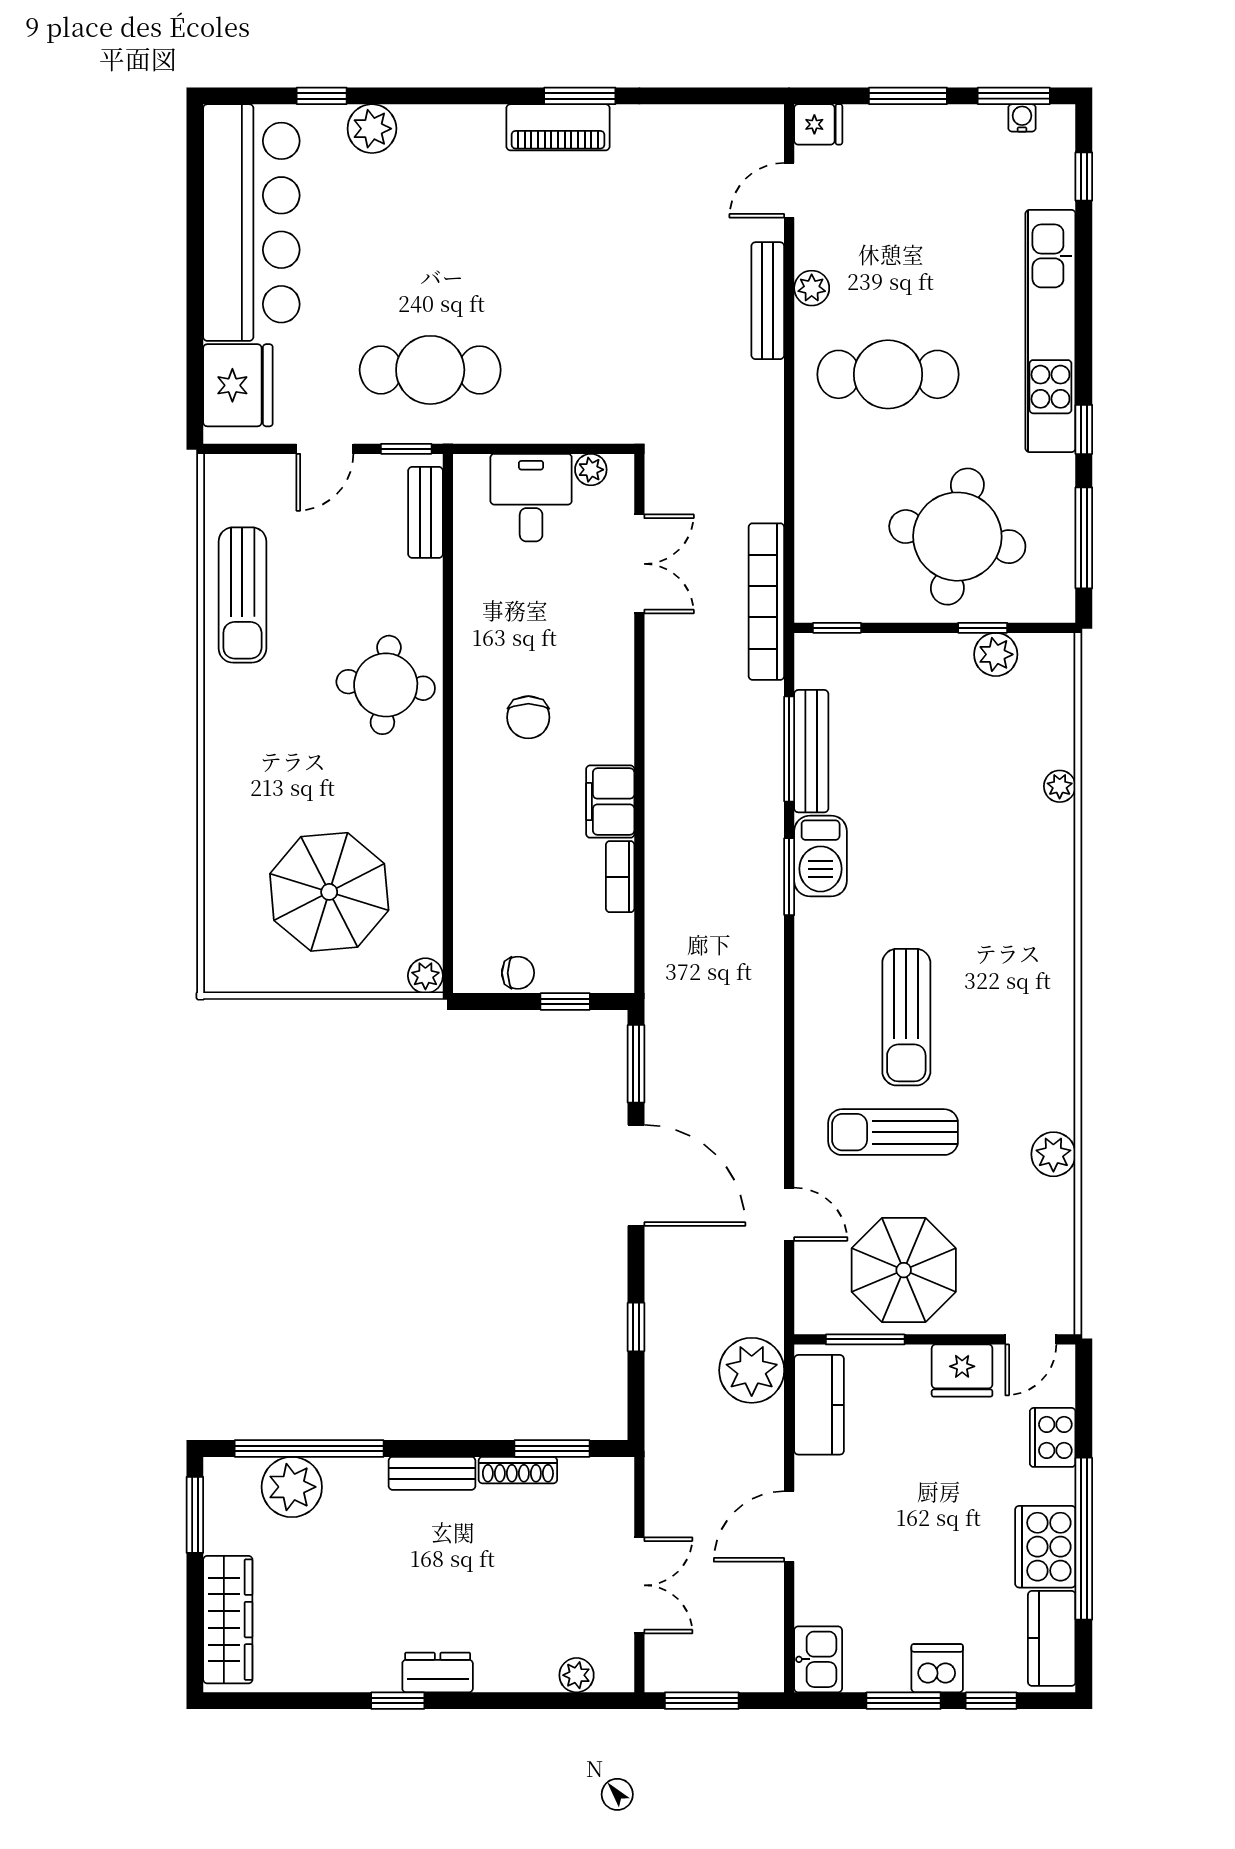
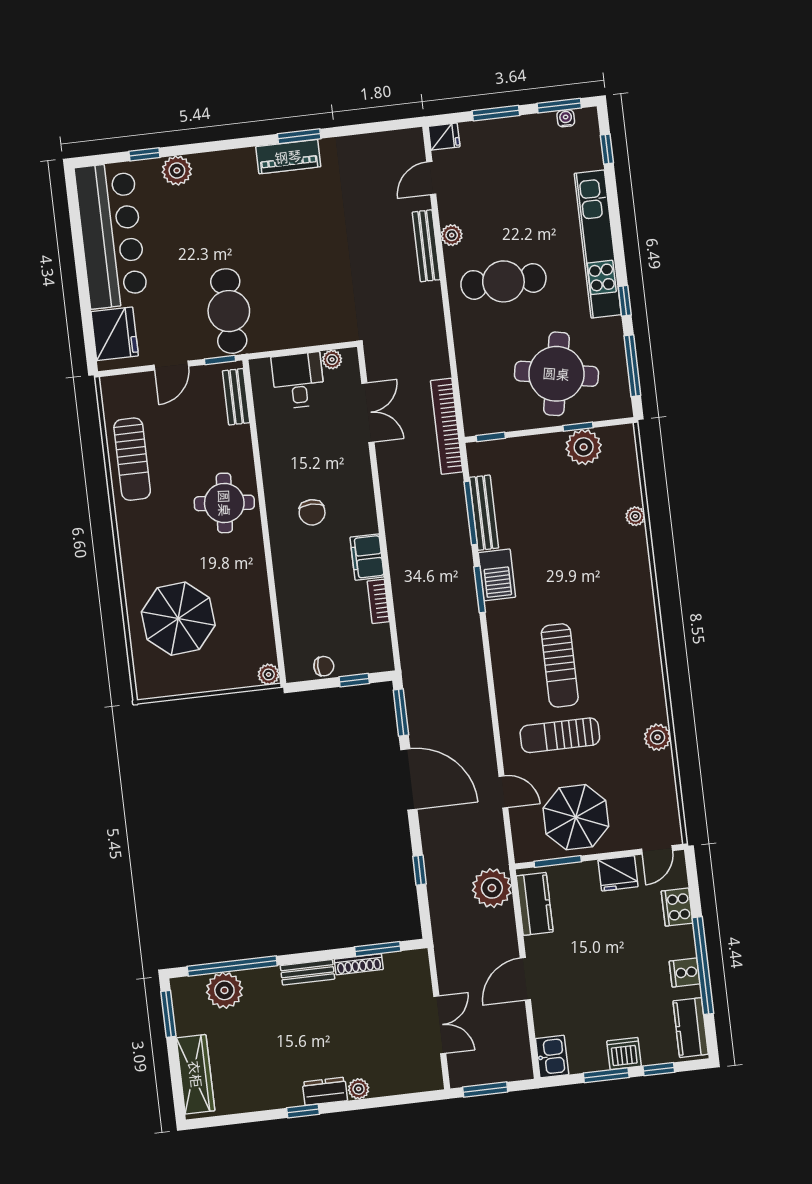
cafe table: (430, 370) -> (229, 311), turned 90
plant: (996, 654) -> (584, 447), width x1.36, depth x1.36
parasol: (329, 892) -> (178, 619), moved
cooker: (1045, 1547) -> (685, 973), width x0.53, depth x0.76
plant: (577, 1675) -> (359, 1089), moved

